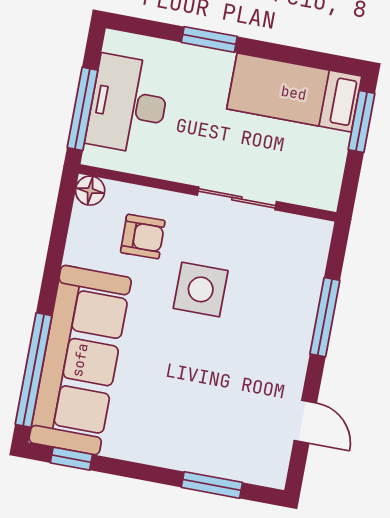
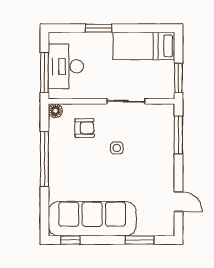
window: (361, 121) -> (178, 78), moved
side table: (201, 289) -> (117, 148), width x0.54, depth x0.54
window: (325, 317) -> (178, 135), moved
sofa: (80, 360) -> (92, 219), moved, turned -90
window: (34, 370) -> (44, 159), moved

